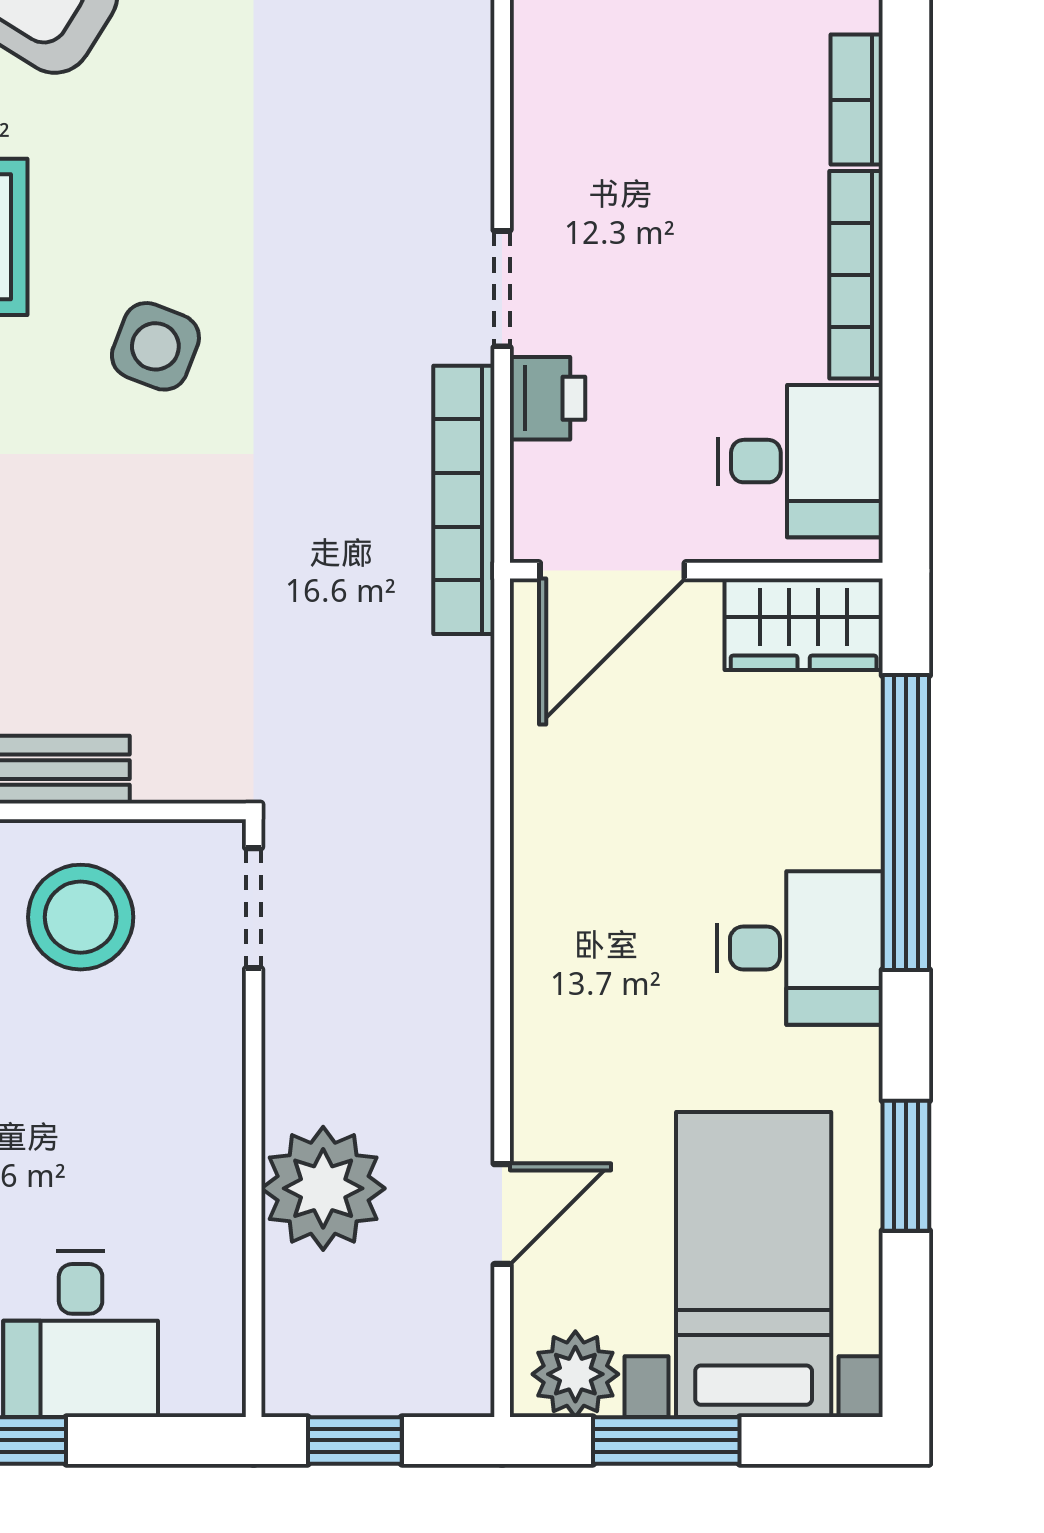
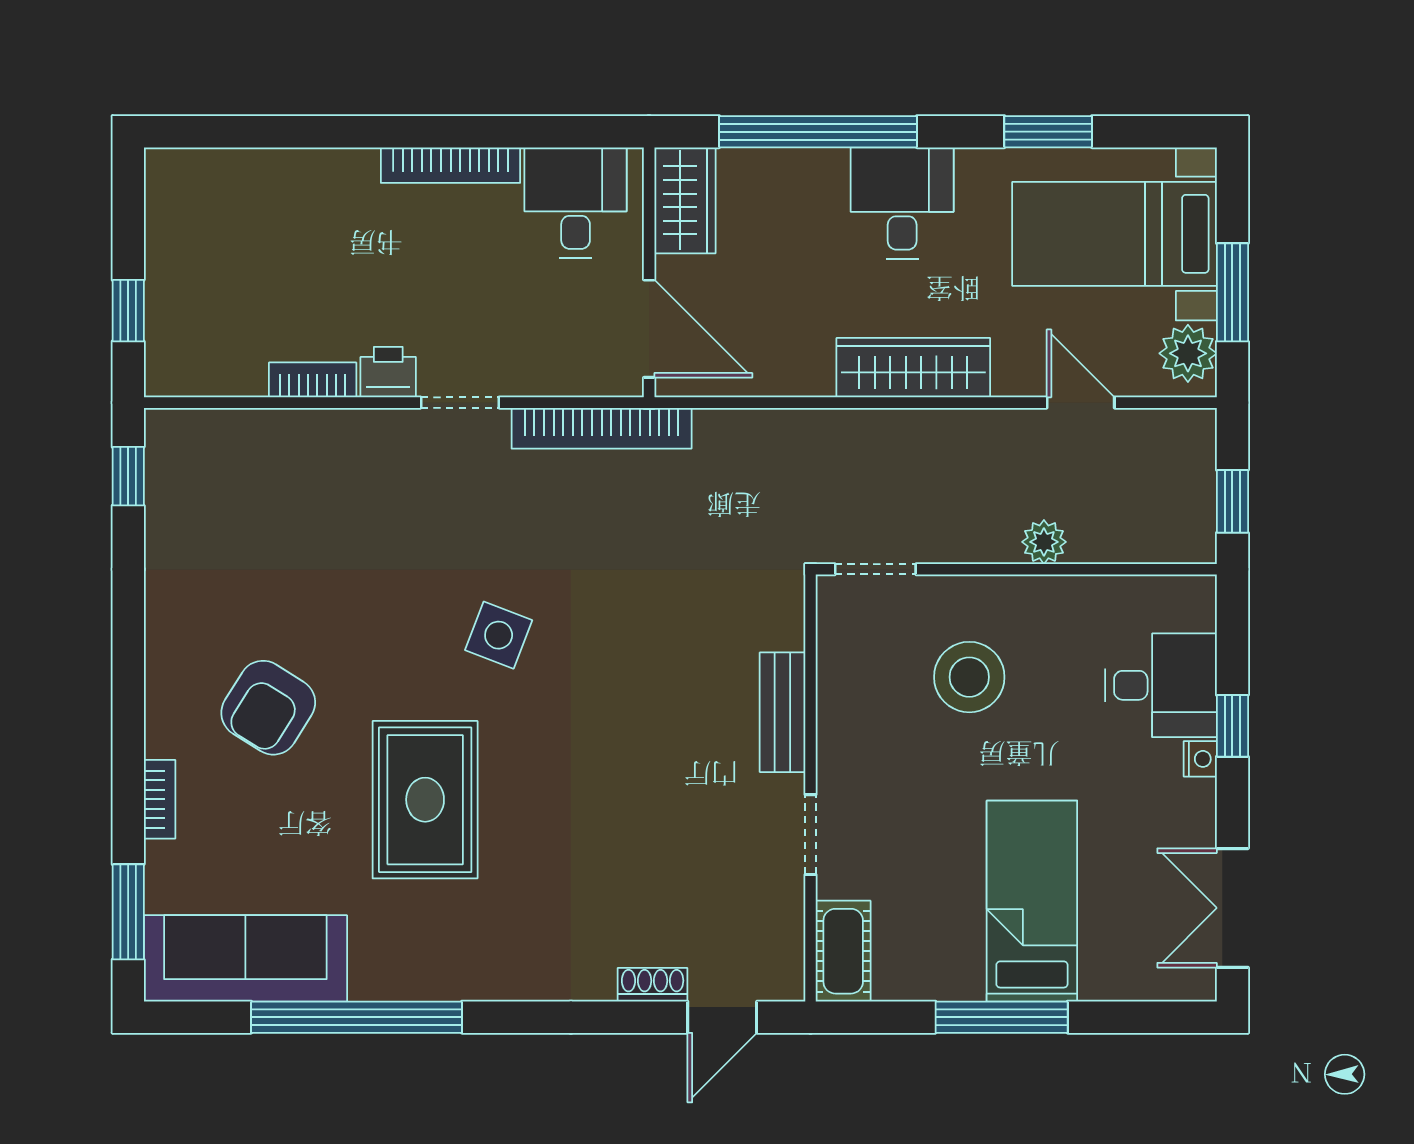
bookcase: (857, 100) -> (313, 380), moved, turned 180
printer: (547, 398) -> (388, 372), moved
stool: (81, 917) -> (969, 677), moved
wardrobe: (554, 965) -> (913, 368), added
plant: (323, 1188) -> (1044, 542), width x0.53, depth x0.53

